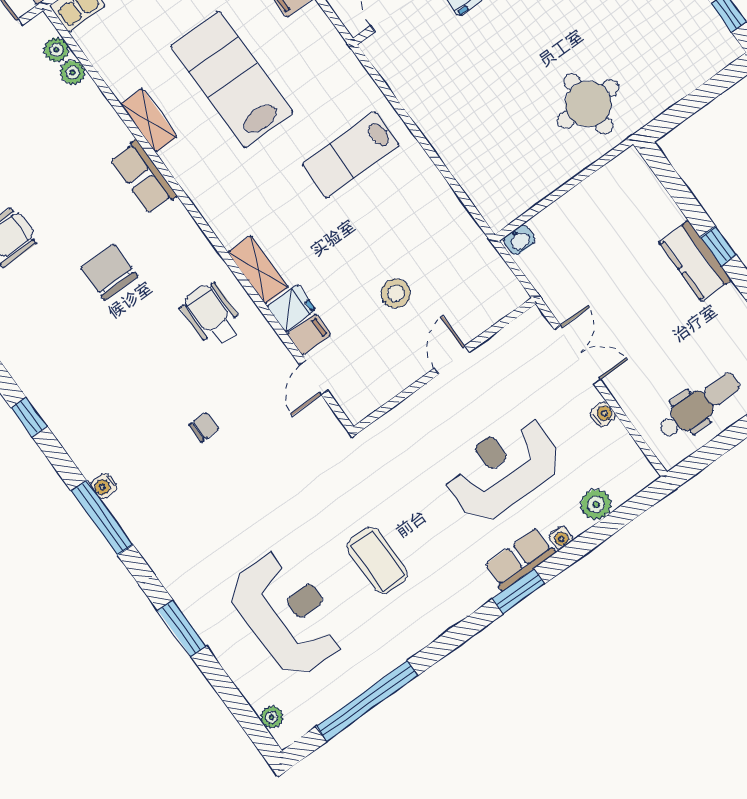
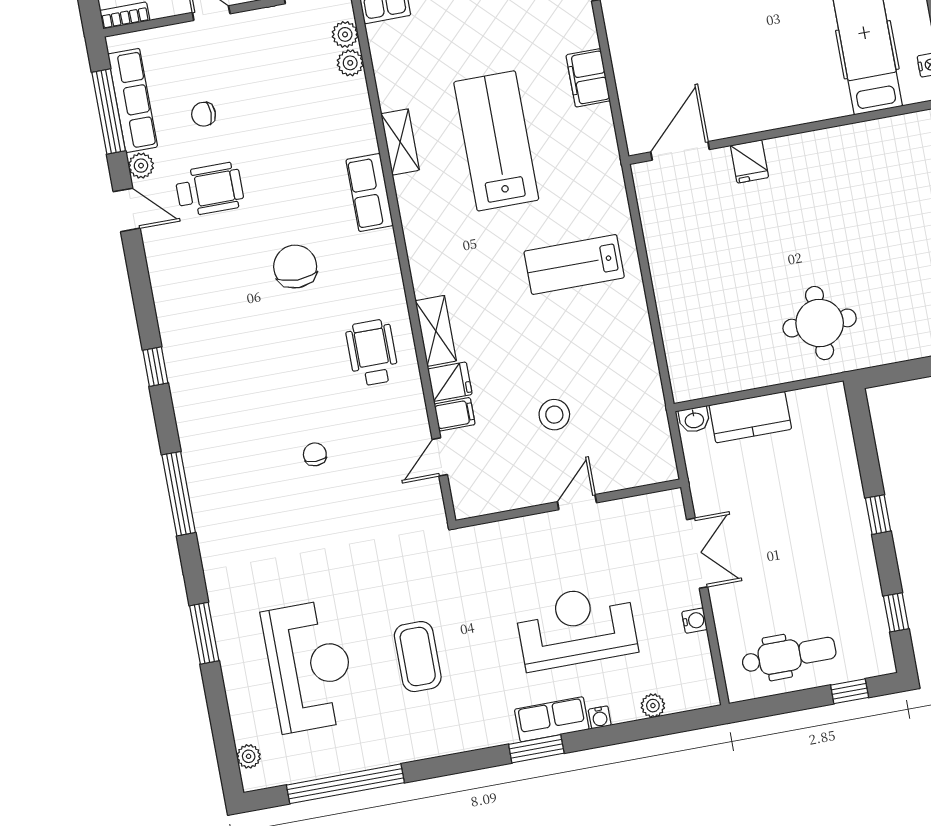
kitchen counter: (695, 261) -> (750, 417), moved, turned -90
chair: (204, 427) -> (315, 454), turned -90
water cooler: (104, 486) -> (194, 465), removed
plant: (596, 504) -> (653, 706), width x0.73, depth x0.73

